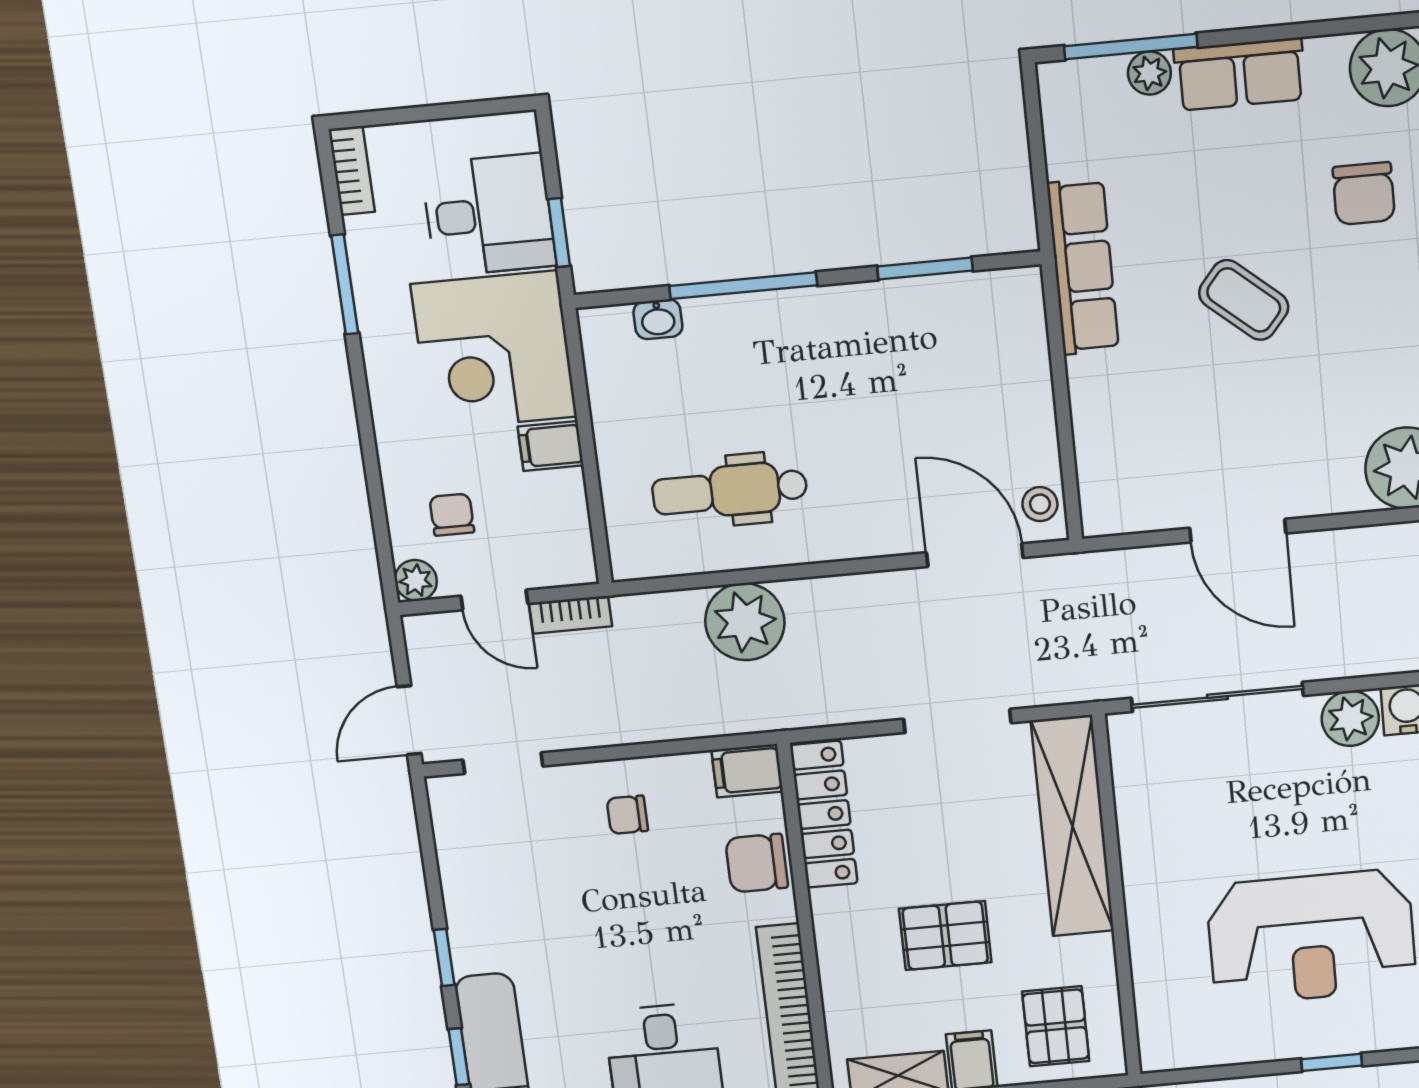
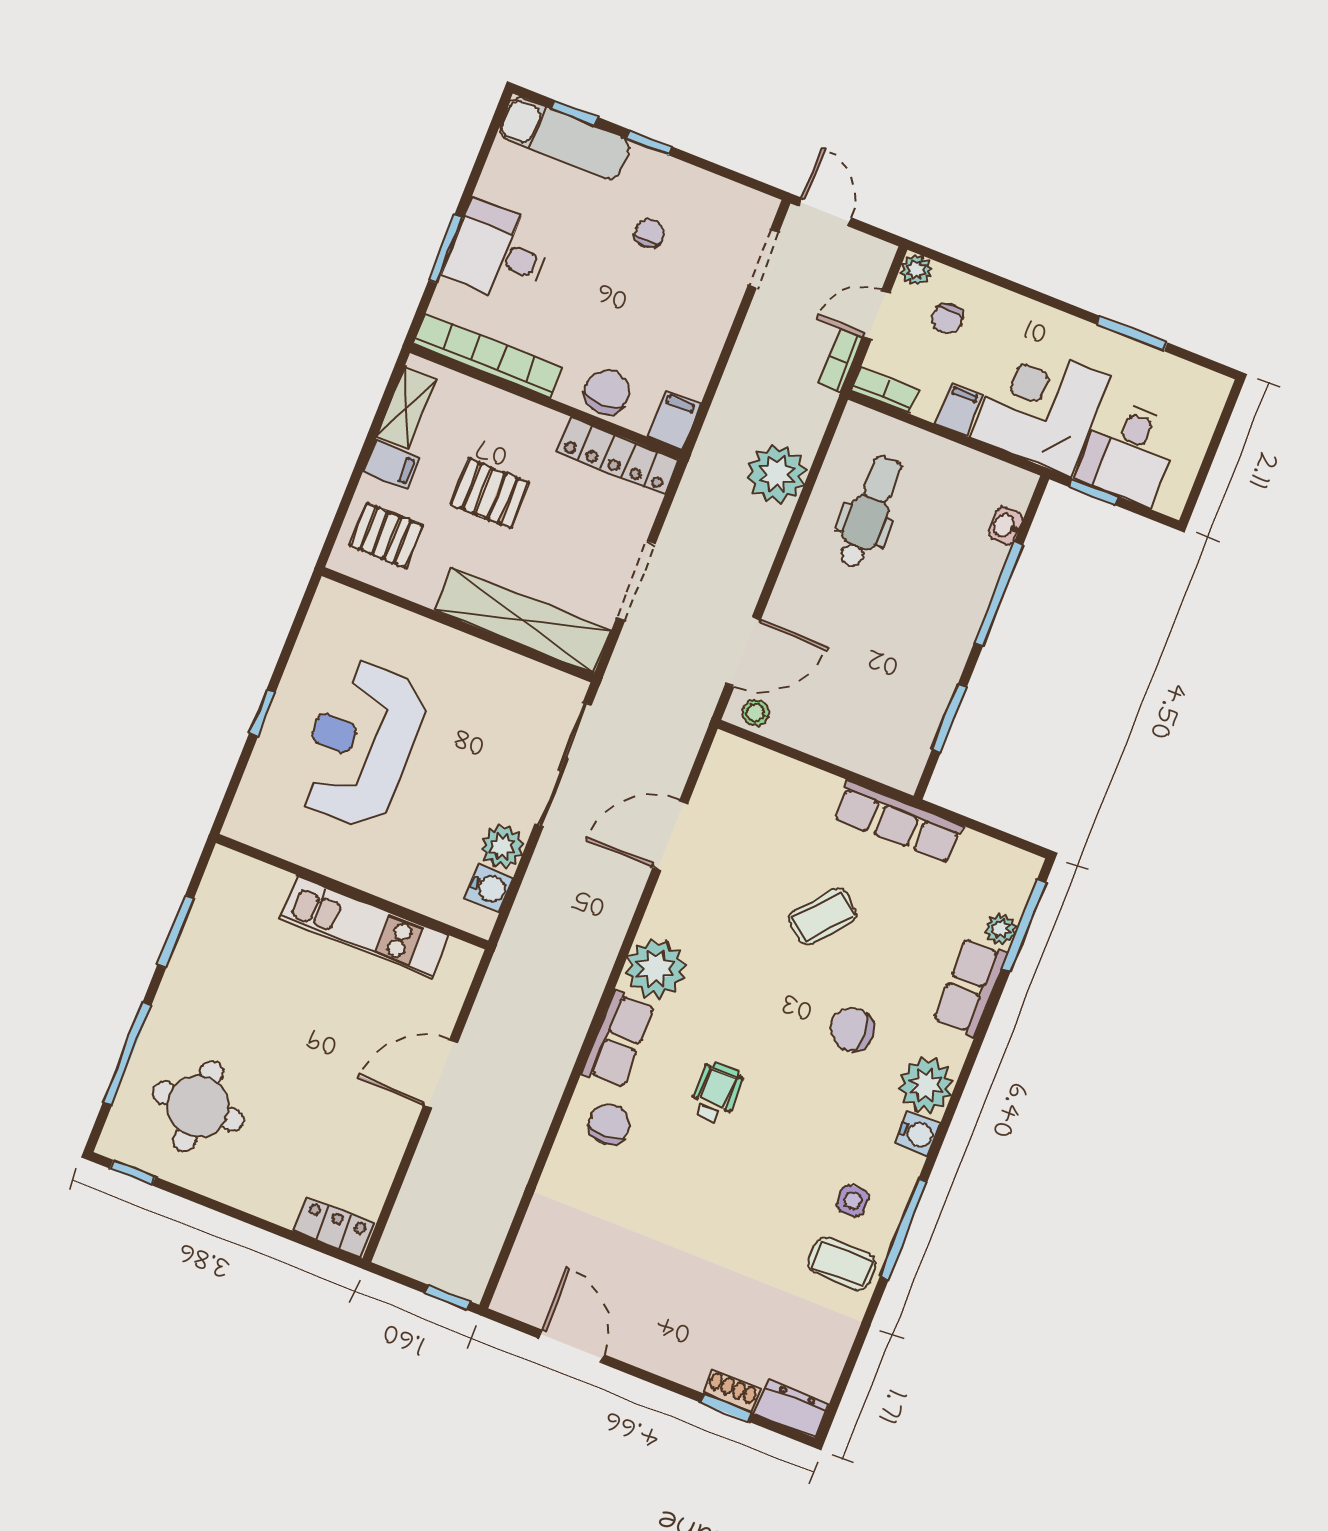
bookcase: (352, 171) -> (885, 391), moved, turned 180
chair: (452, 515) -> (947, 319), turned 90
chair: (627, 815) -> (649, 233), moved
pallet: (945, 936) -> (490, 493), turned 90

